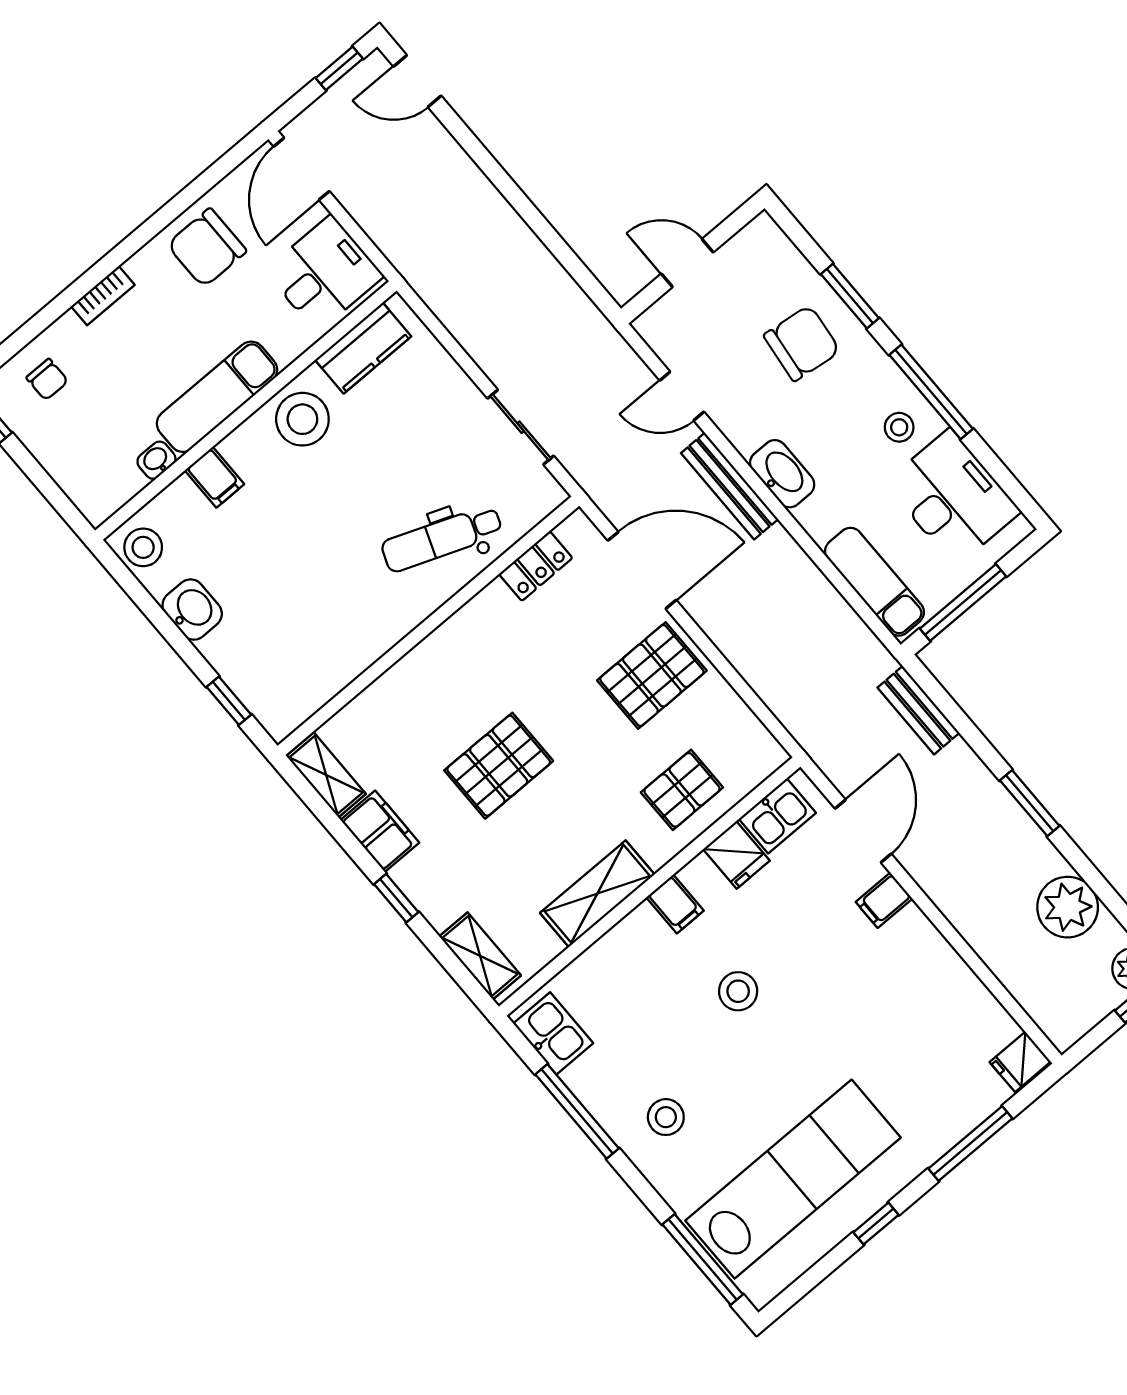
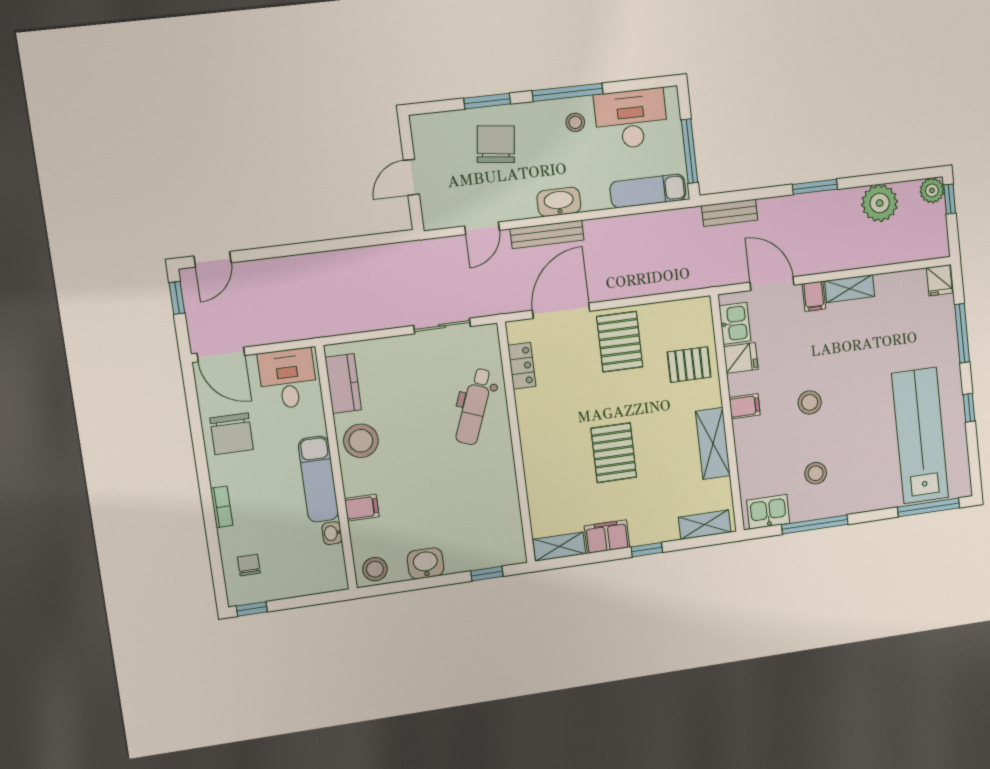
chair: (47, 379) -> (249, 565), turned -90
pallet: (682, 790) -> (689, 365), turned 90
shelving: (927, 943) -> (850, 289), added
stool: (666, 1117) -> (816, 473), moved

